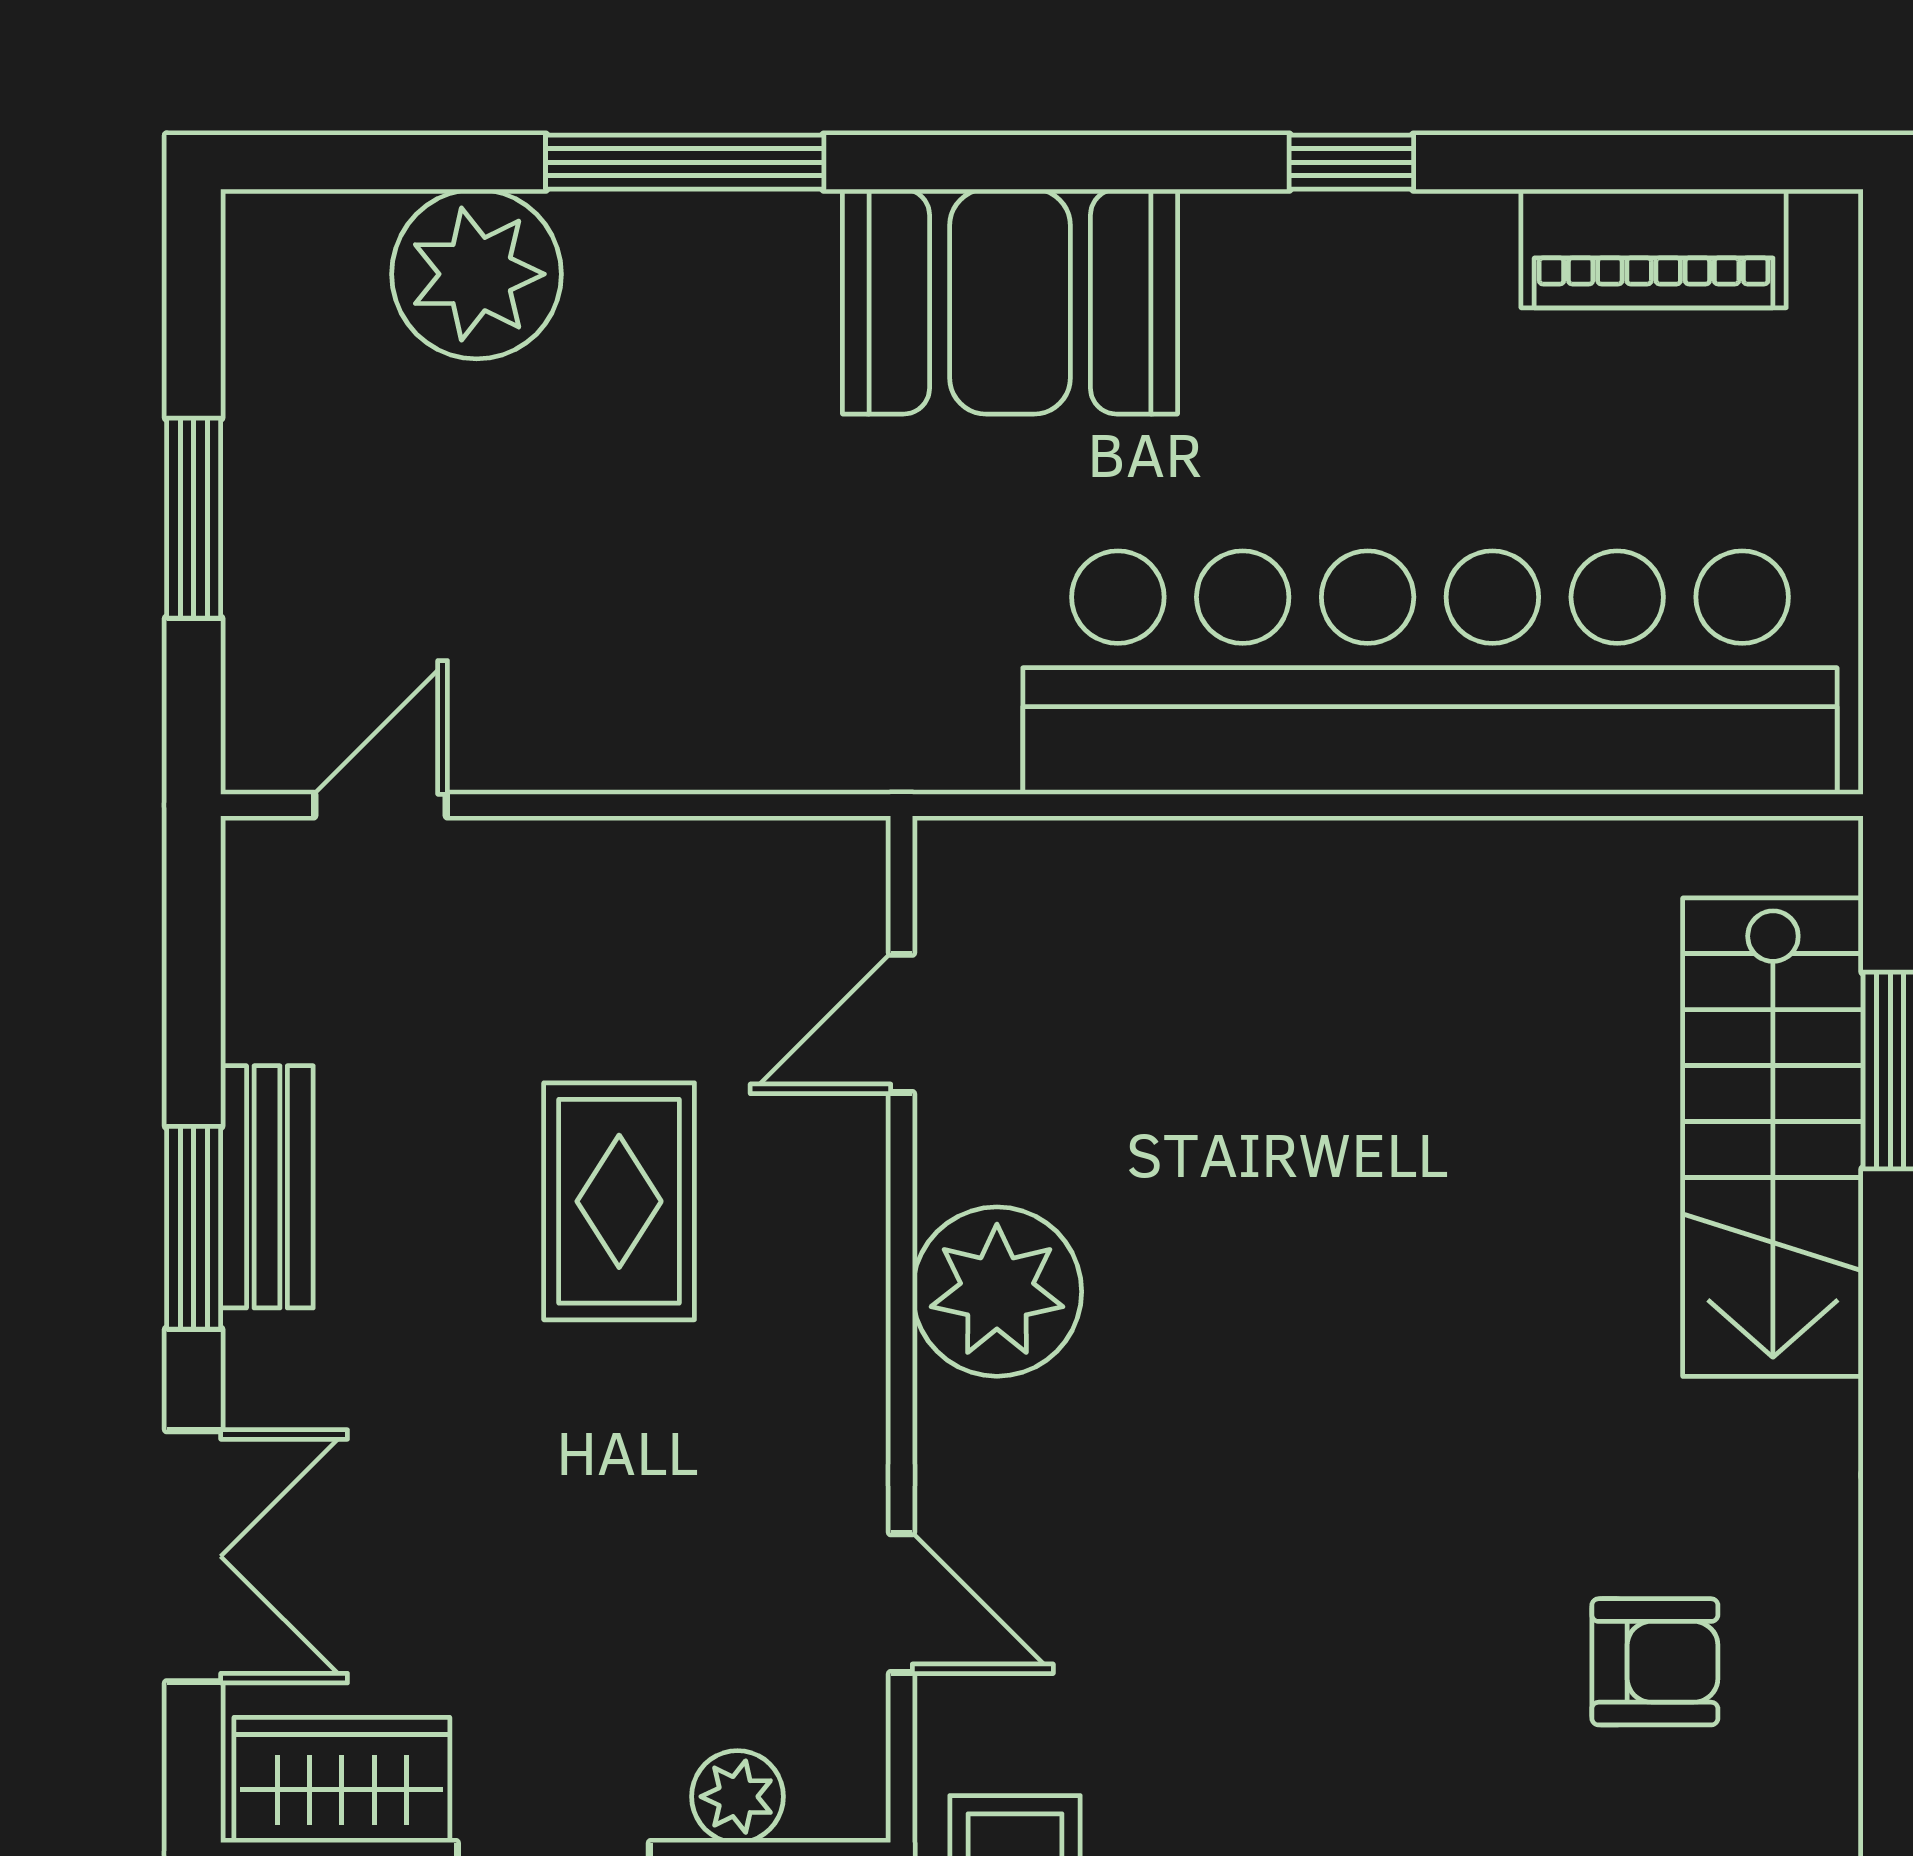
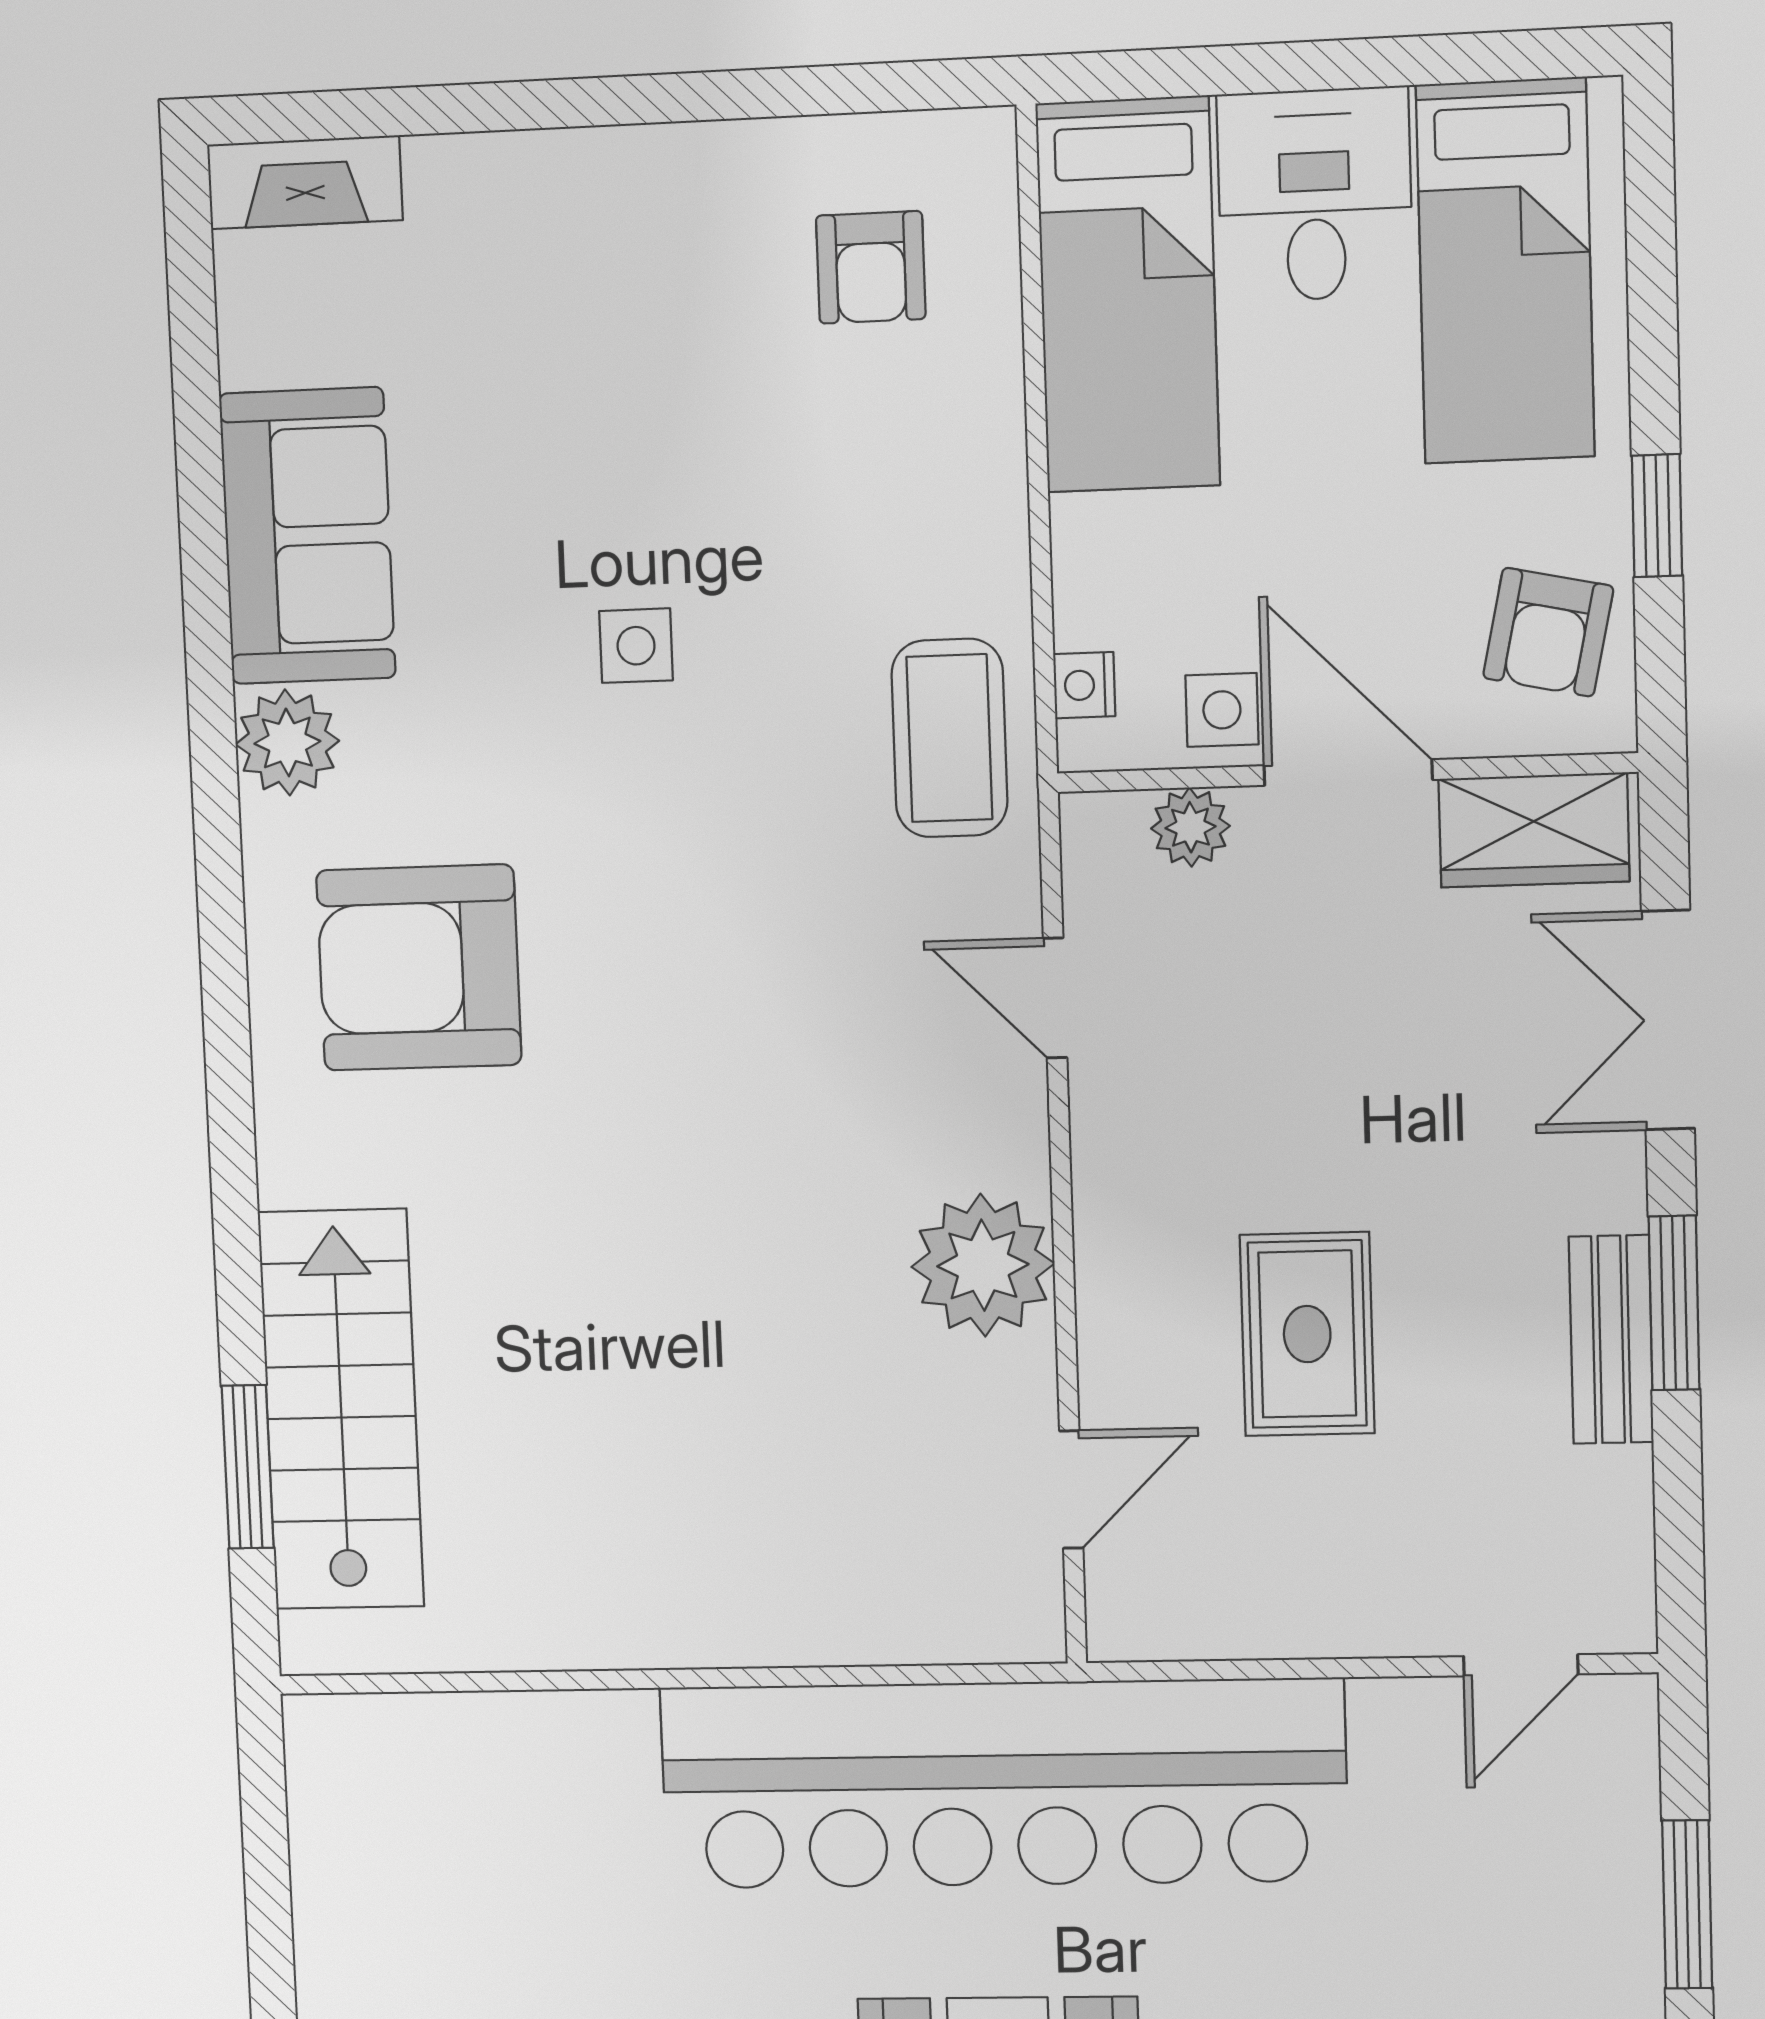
bar counter: (1430, 673) -> (1003, 1784), moved
armchair: (1655, 1662) -> (419, 968), width x1.88, depth x1.88

